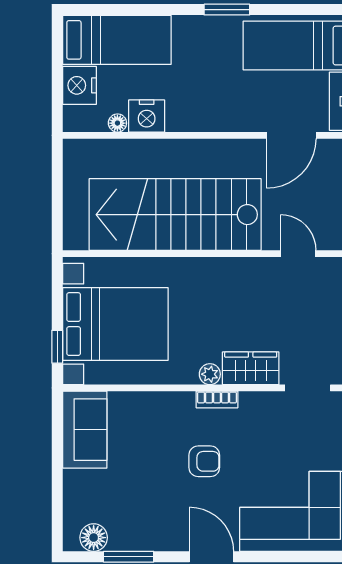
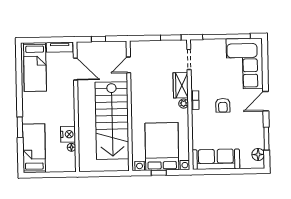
window: (227, 10) -> (20, 127), moved
nightstand: (79, 85) -> (55, 165), removed
window: (57, 347) -> (159, 173), moved
sofa: (85, 430) -> (216, 159), width x1.36
armchair: (204, 461) -> (223, 105), turned 180

